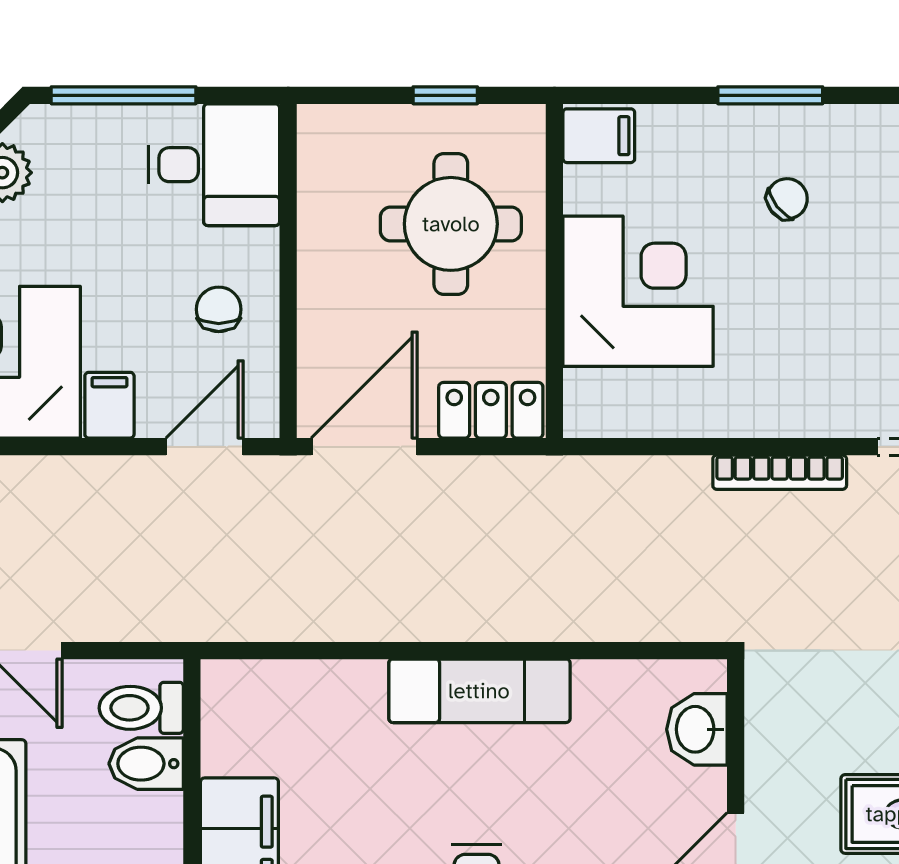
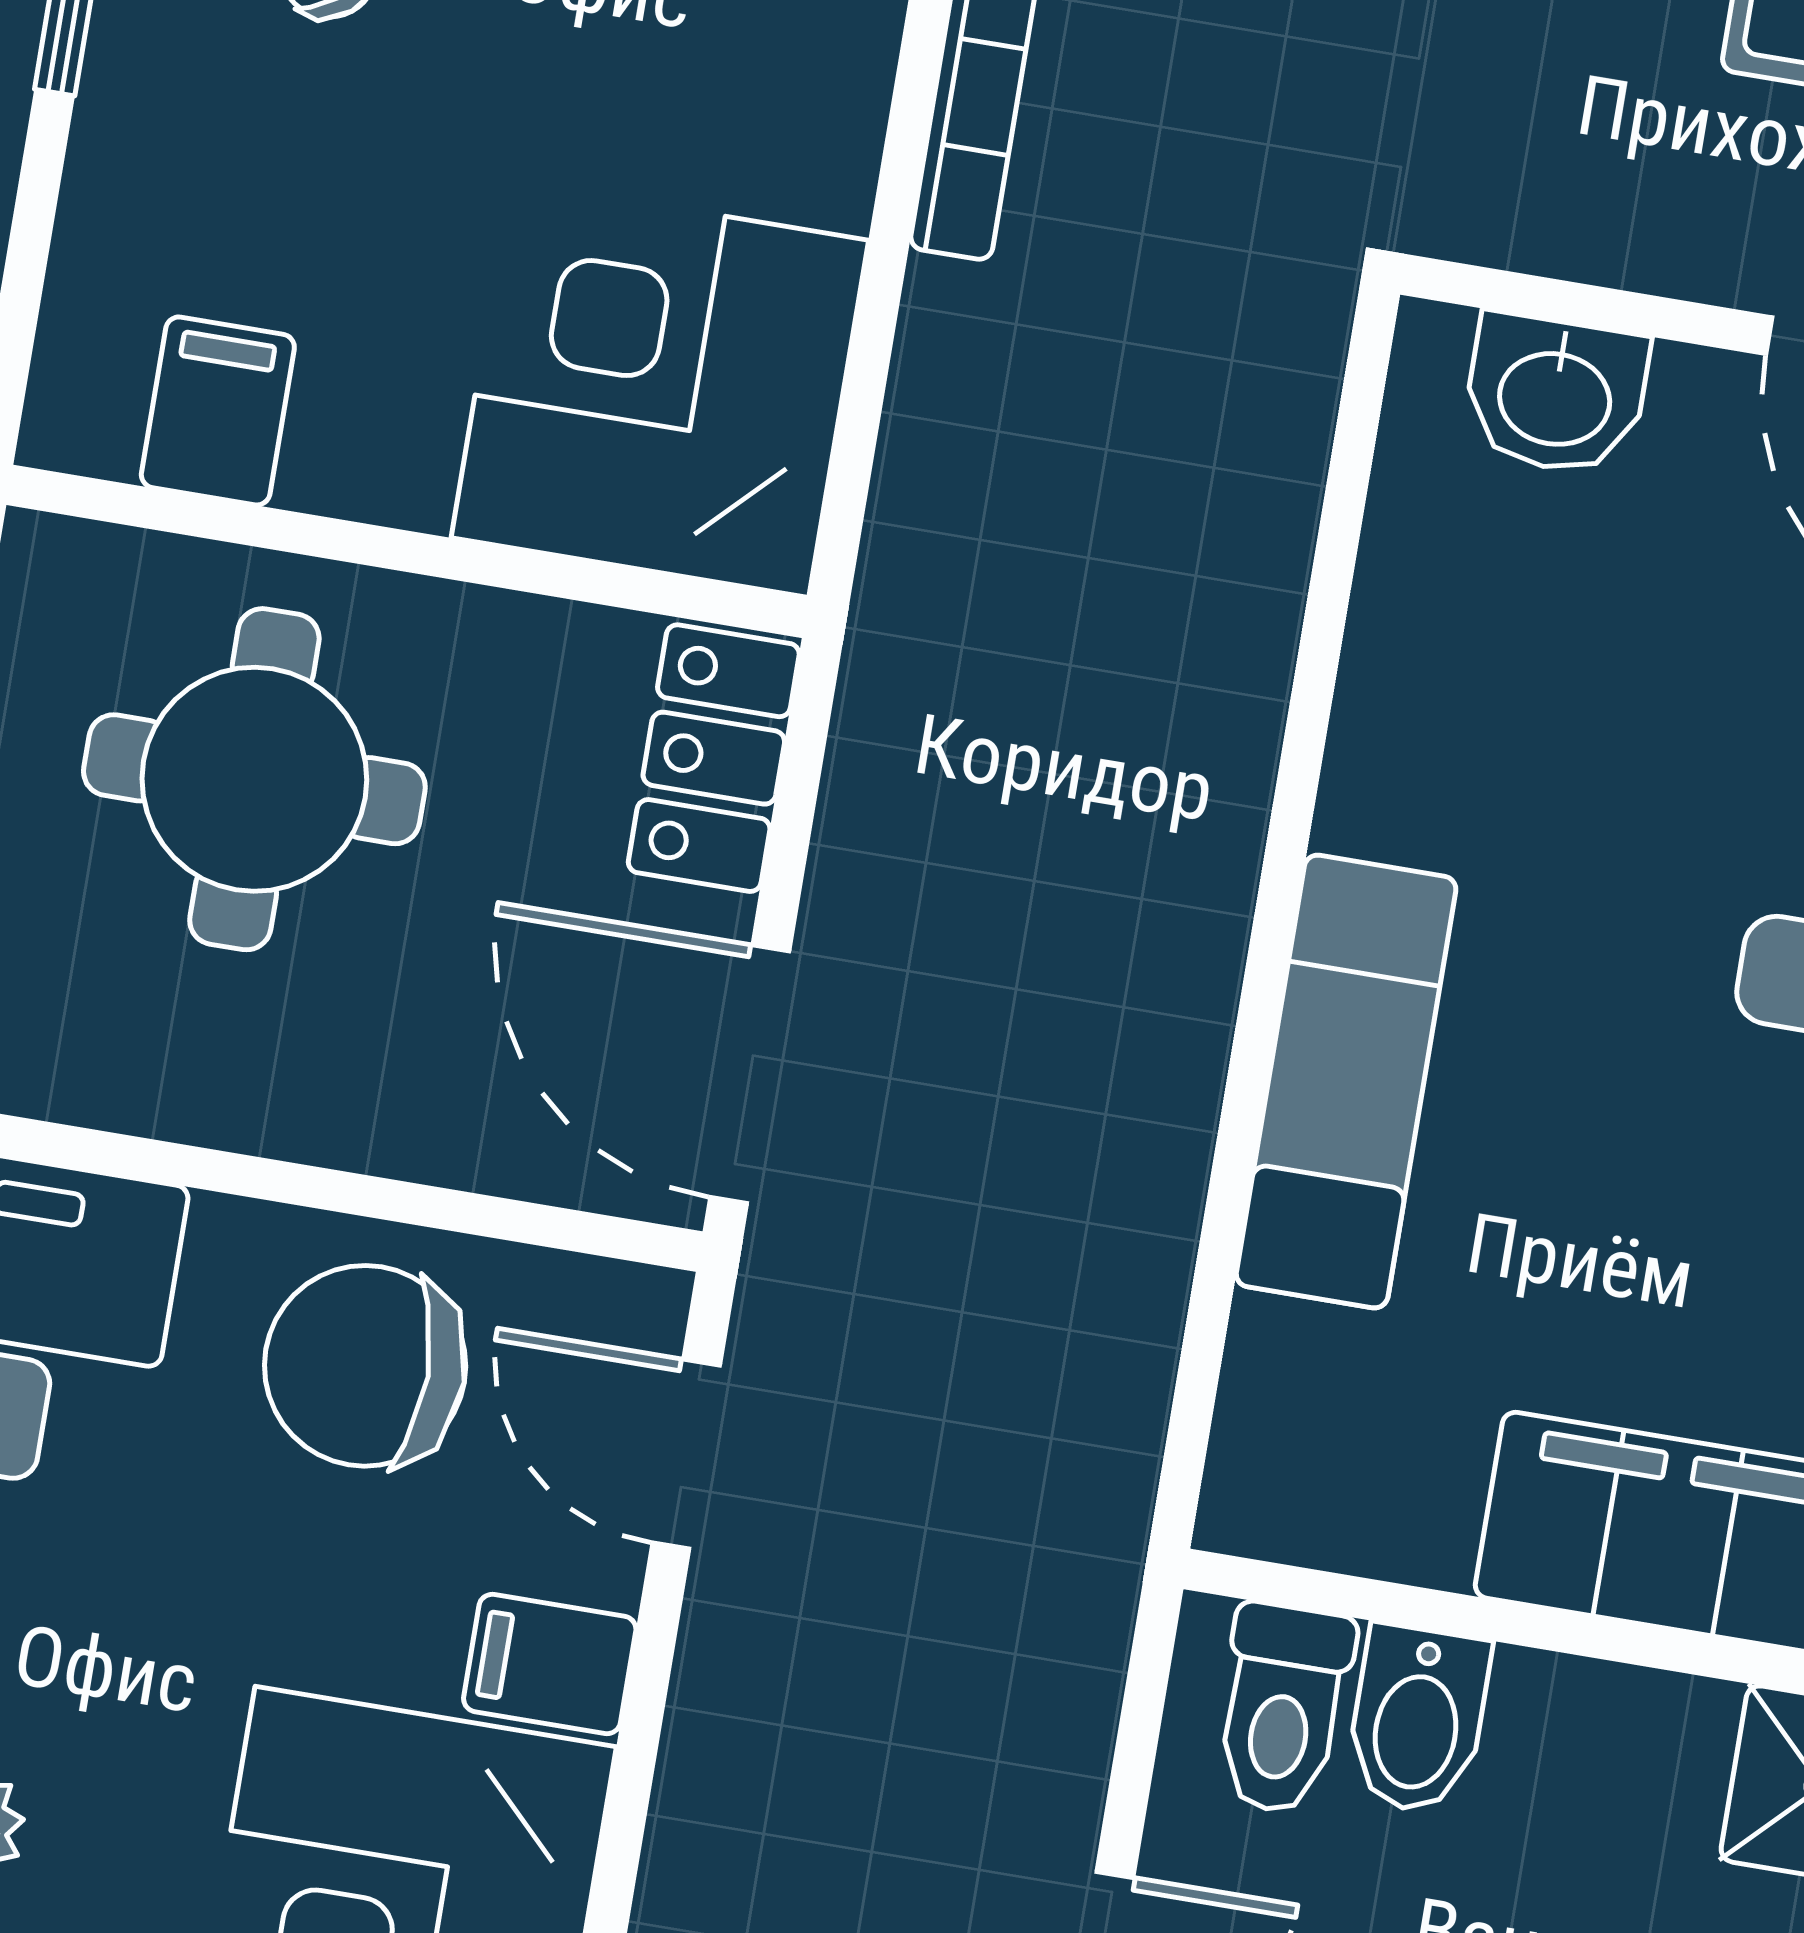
filing cabinet: (599, 136) -> (218, 411), moved
corner desk: (638, 291) -> (660, 389), moved
chair: (219, 309) -> (365, 1366), width x1.87, depth x1.87
exam couch: (479, 691) -> (1346, 1082), moved

